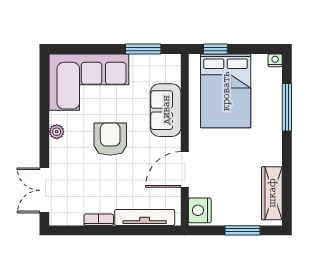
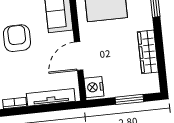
wardrobe: (272, 193) -> (148, 52), moved

